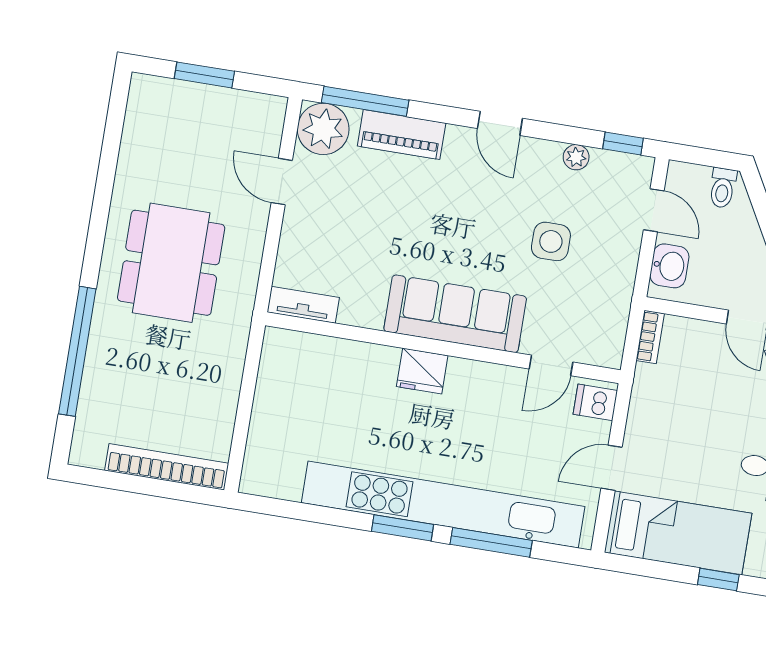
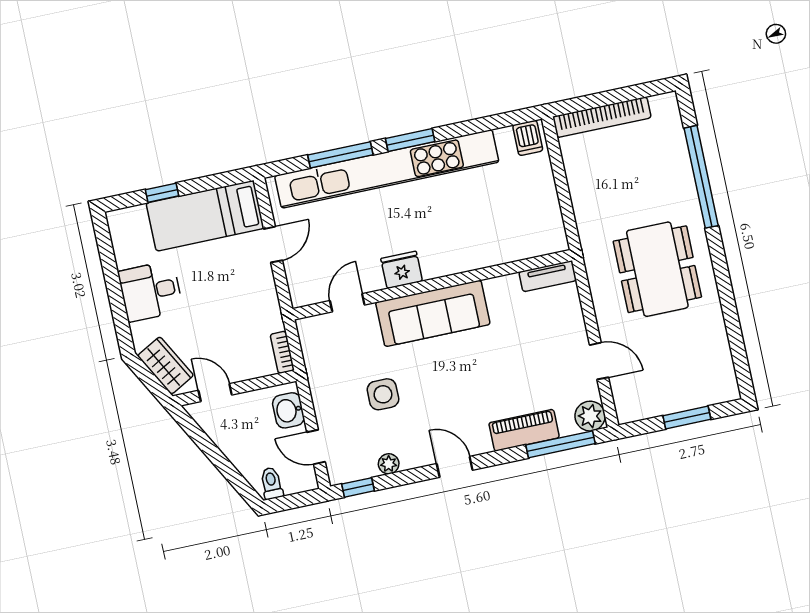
plant: (323, 129) -> (590, 416), width x0.73, depth x0.73
fridge: (422, 371) -> (402, 270), moved
dishwasher: (595, 402) -> (528, 138), moved, turned 90

